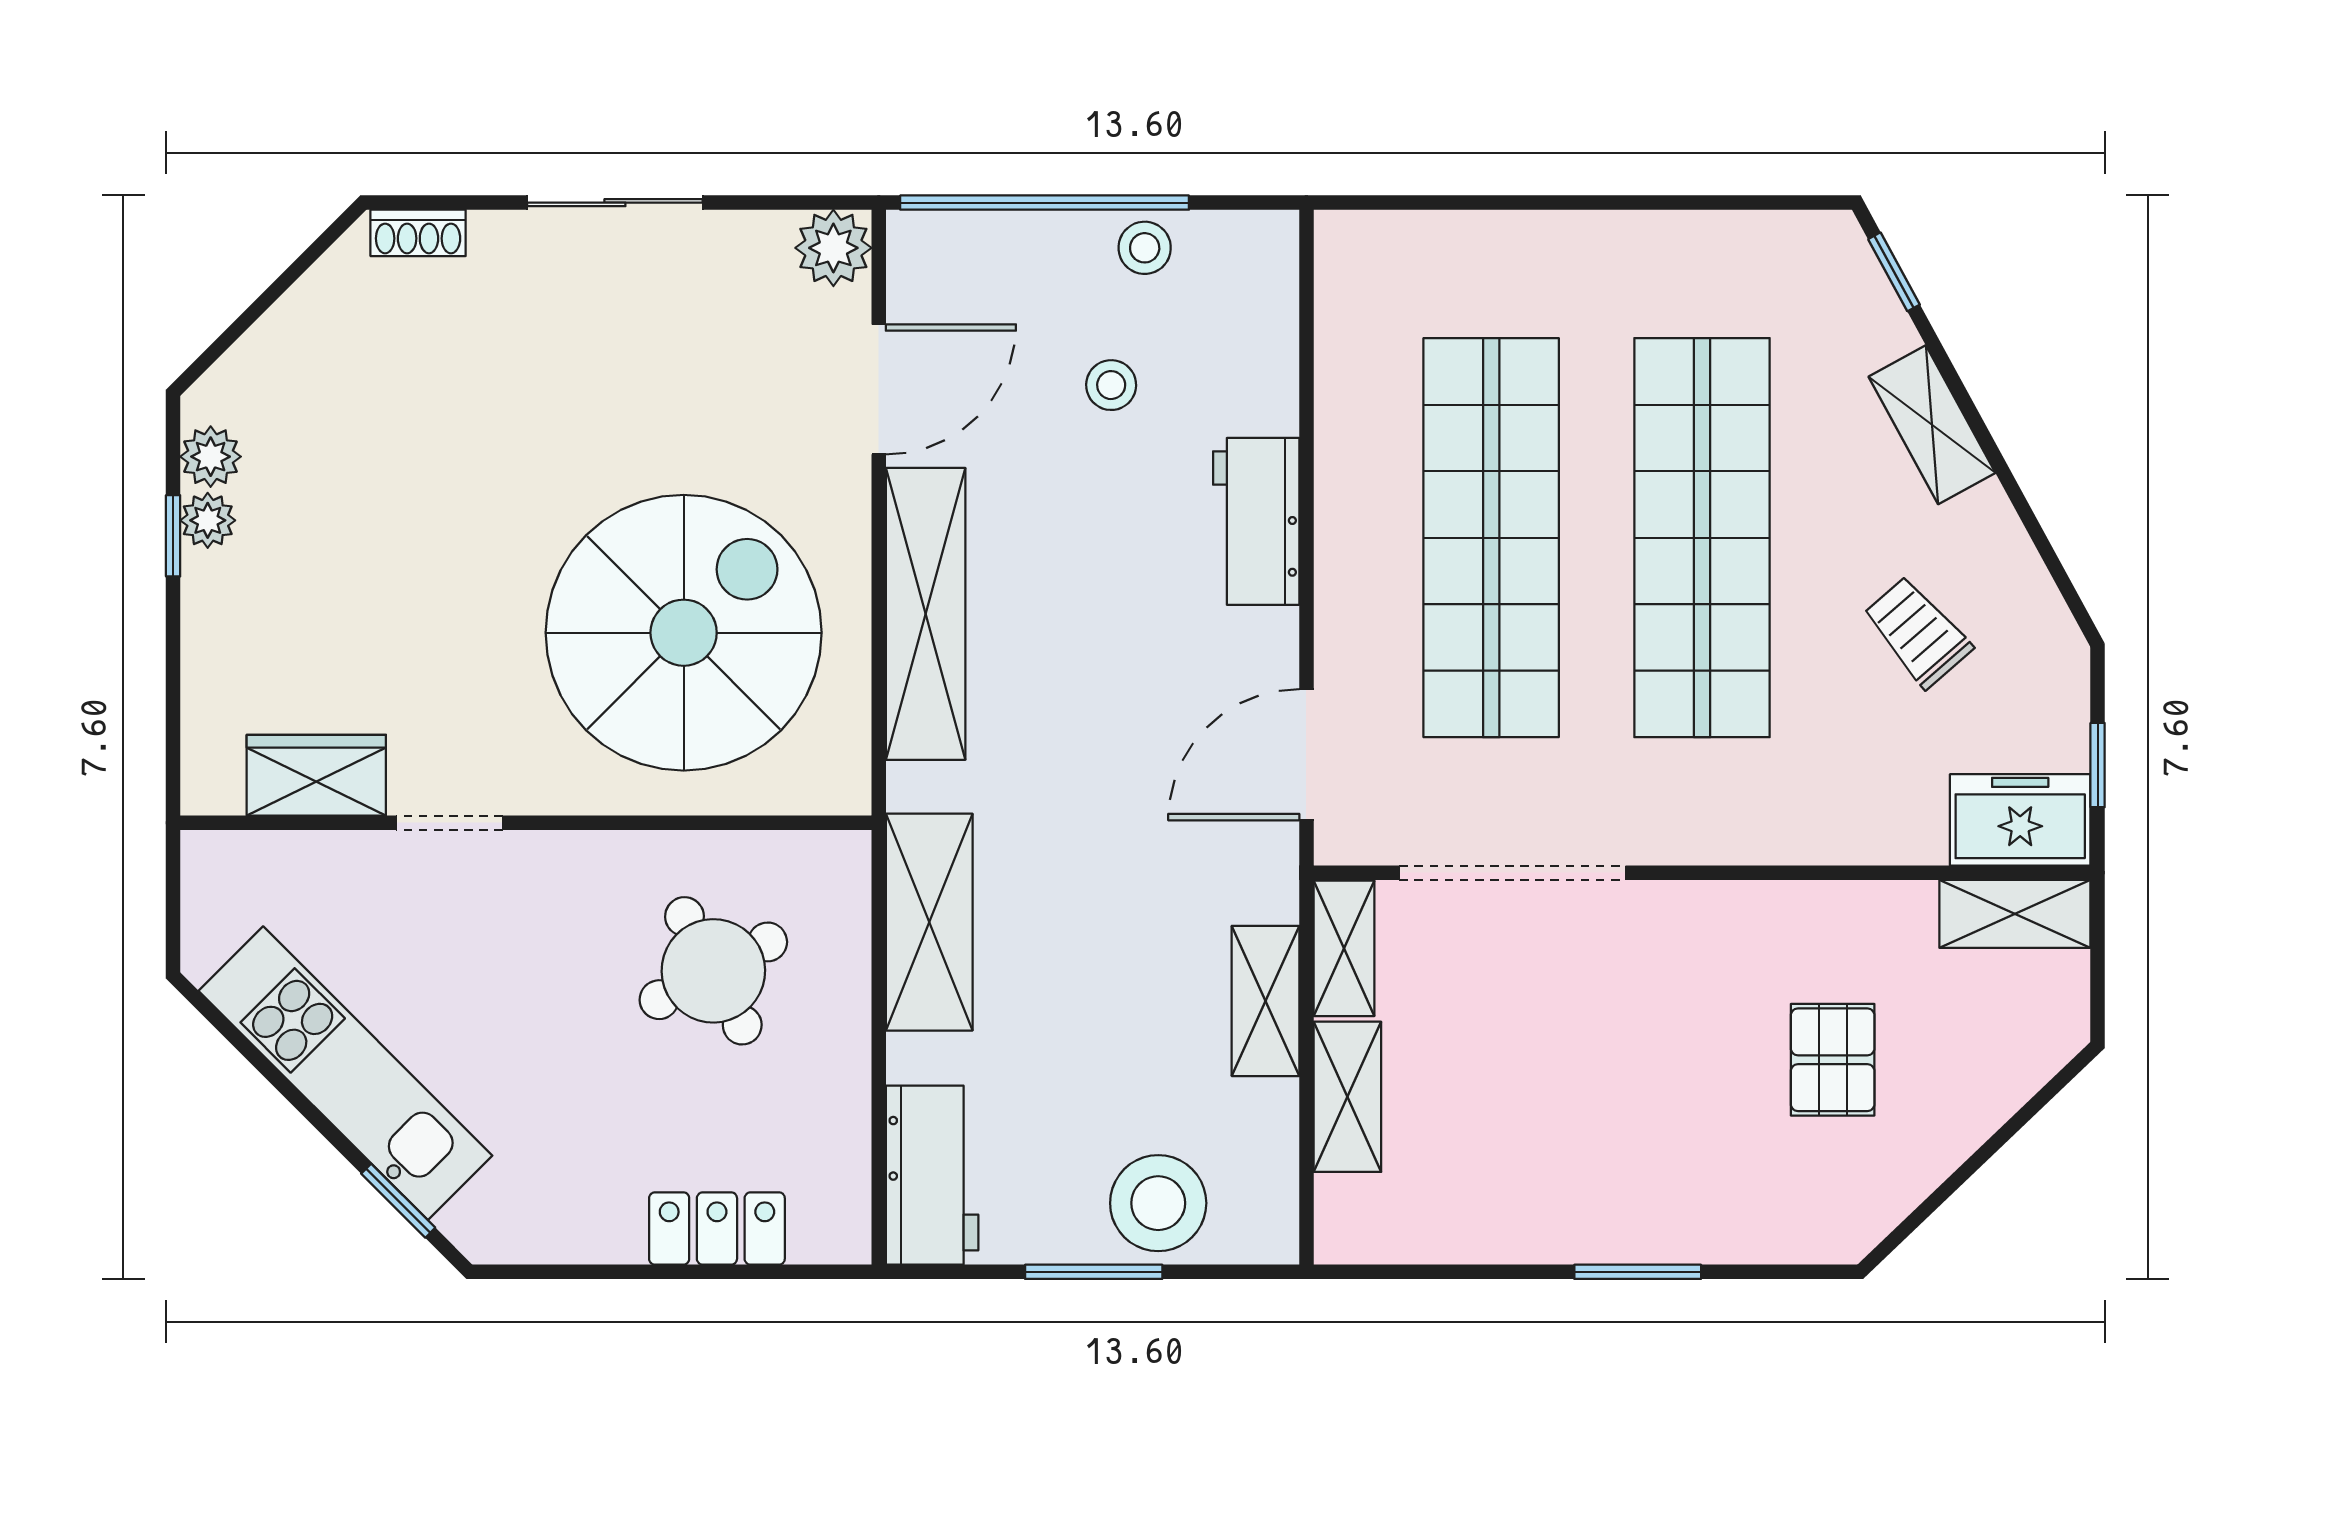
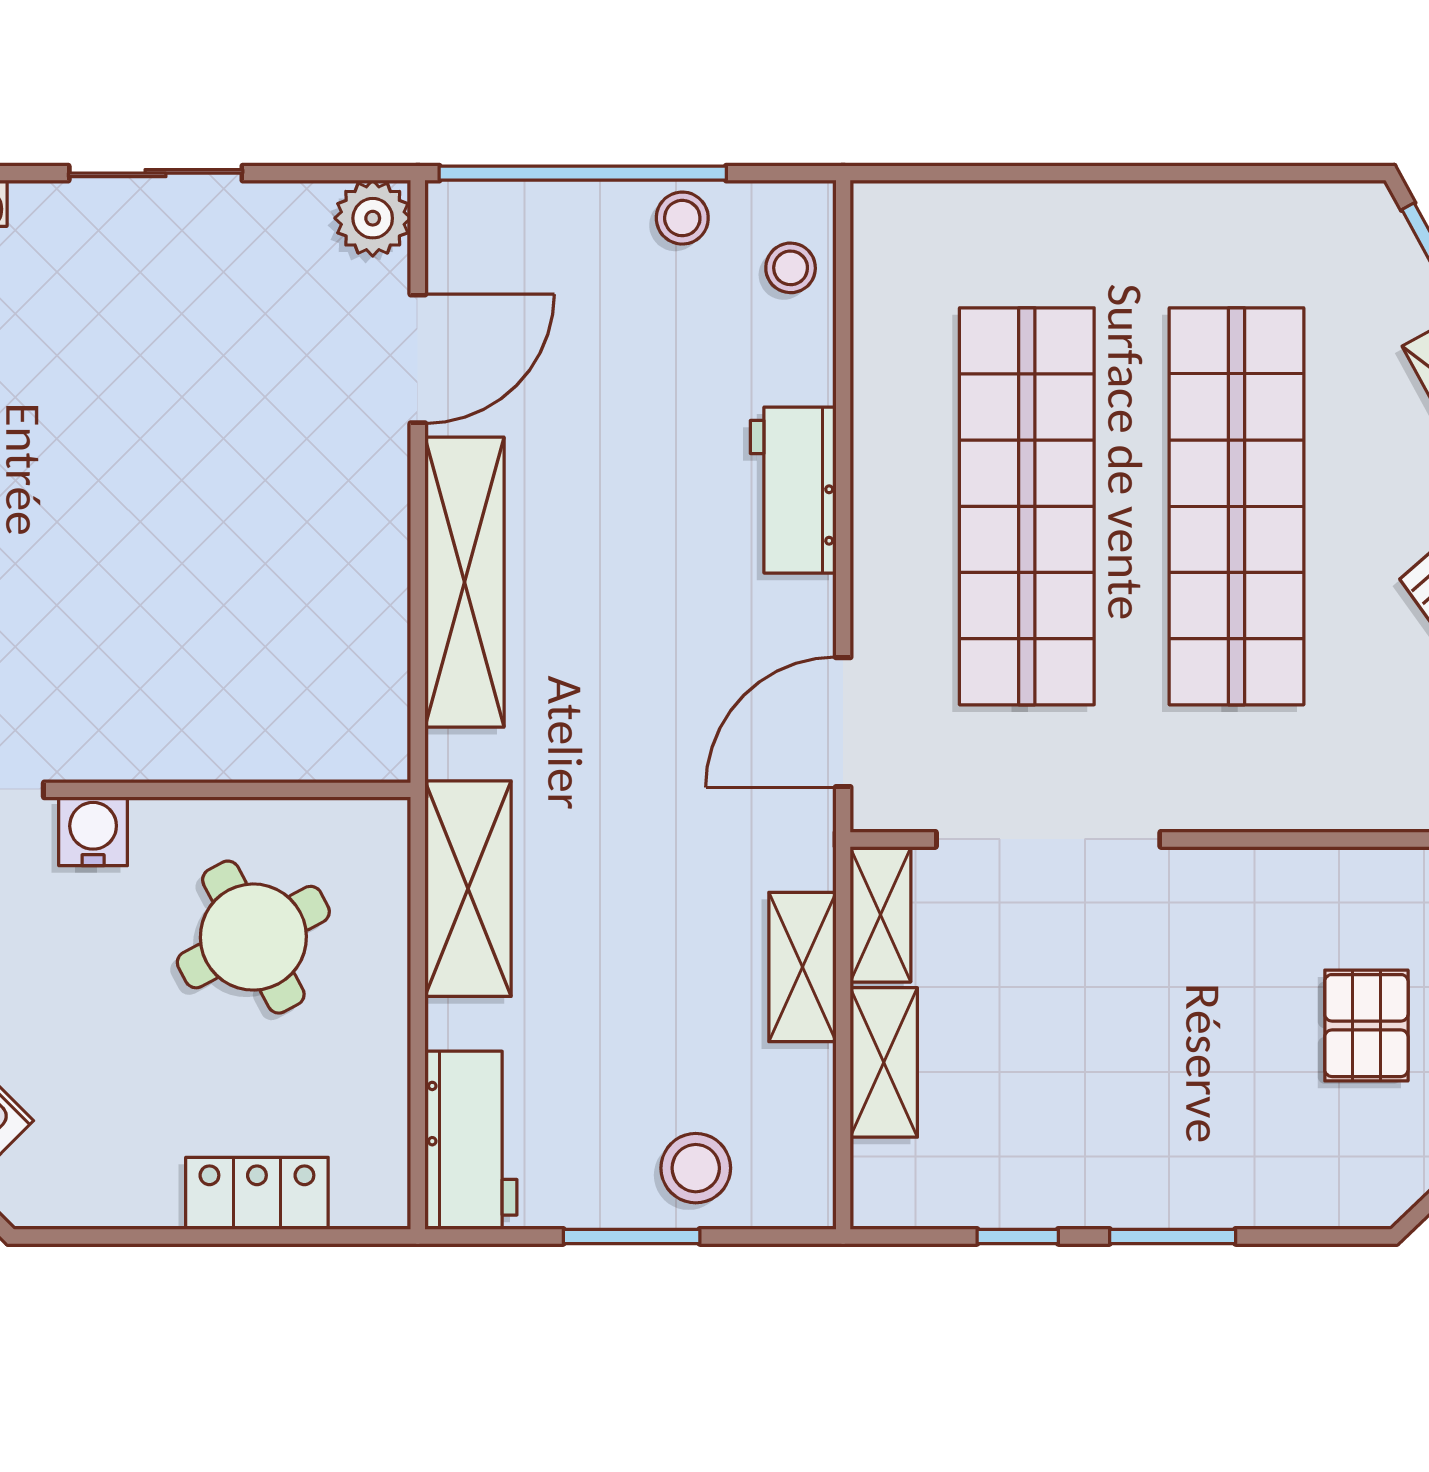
stool: (1111, 385) -> (791, 268), moved
spiral stairs: (684, 633) -> (224, 601), removed
water cooler: (552, 864) -> (93, 831), added
stool: (1158, 1203) -> (696, 1168), width x0.73, depth x0.73
window: (1482, 1272) -> (1018, 1236), added

